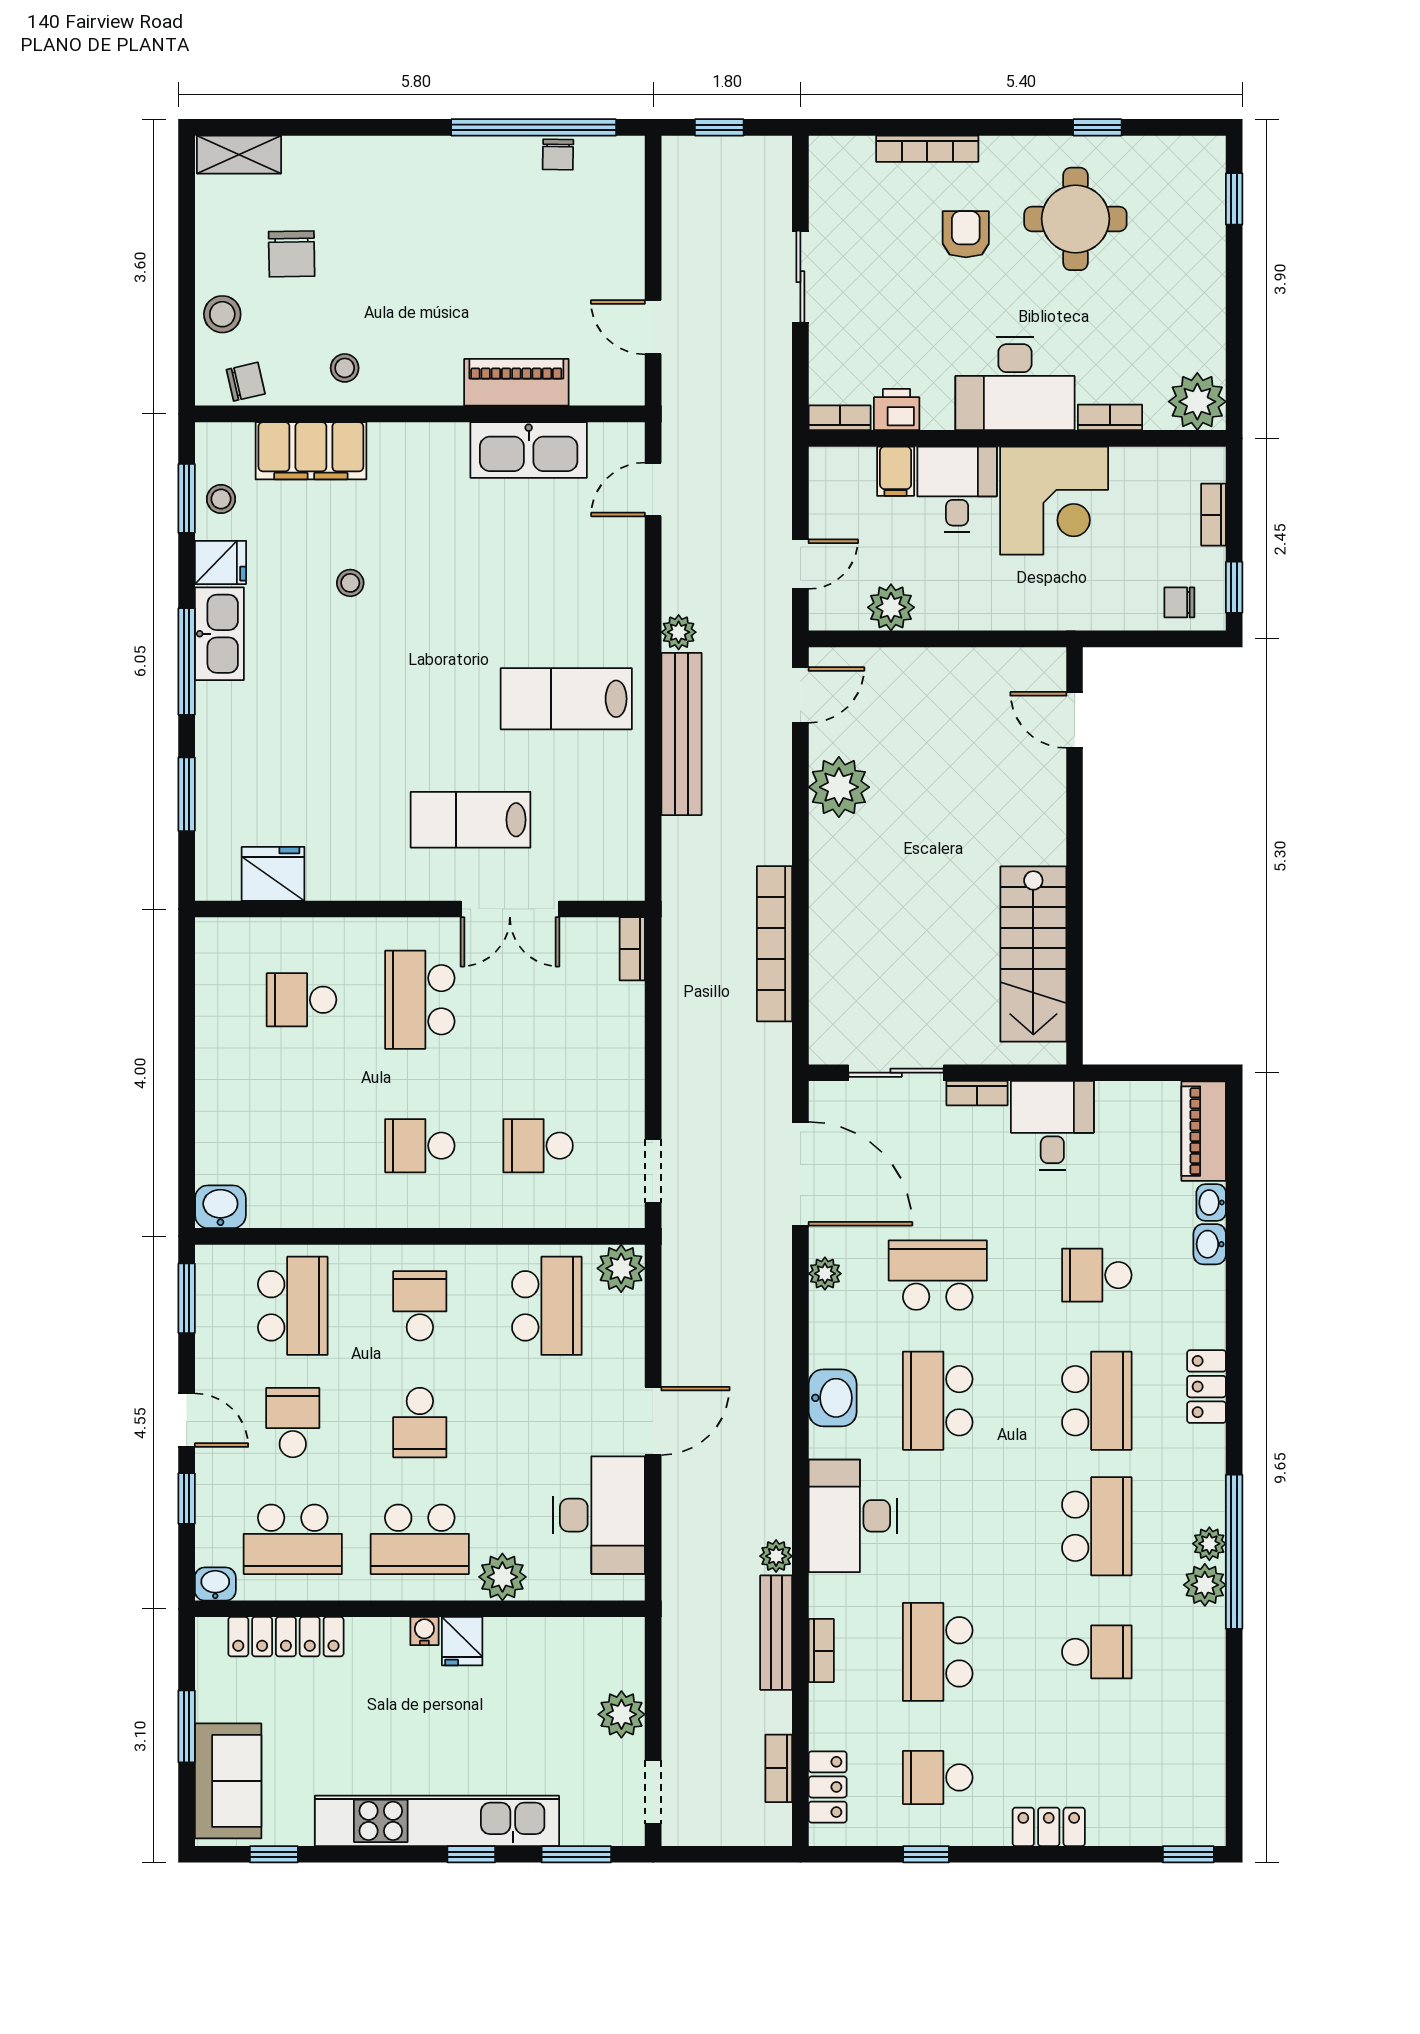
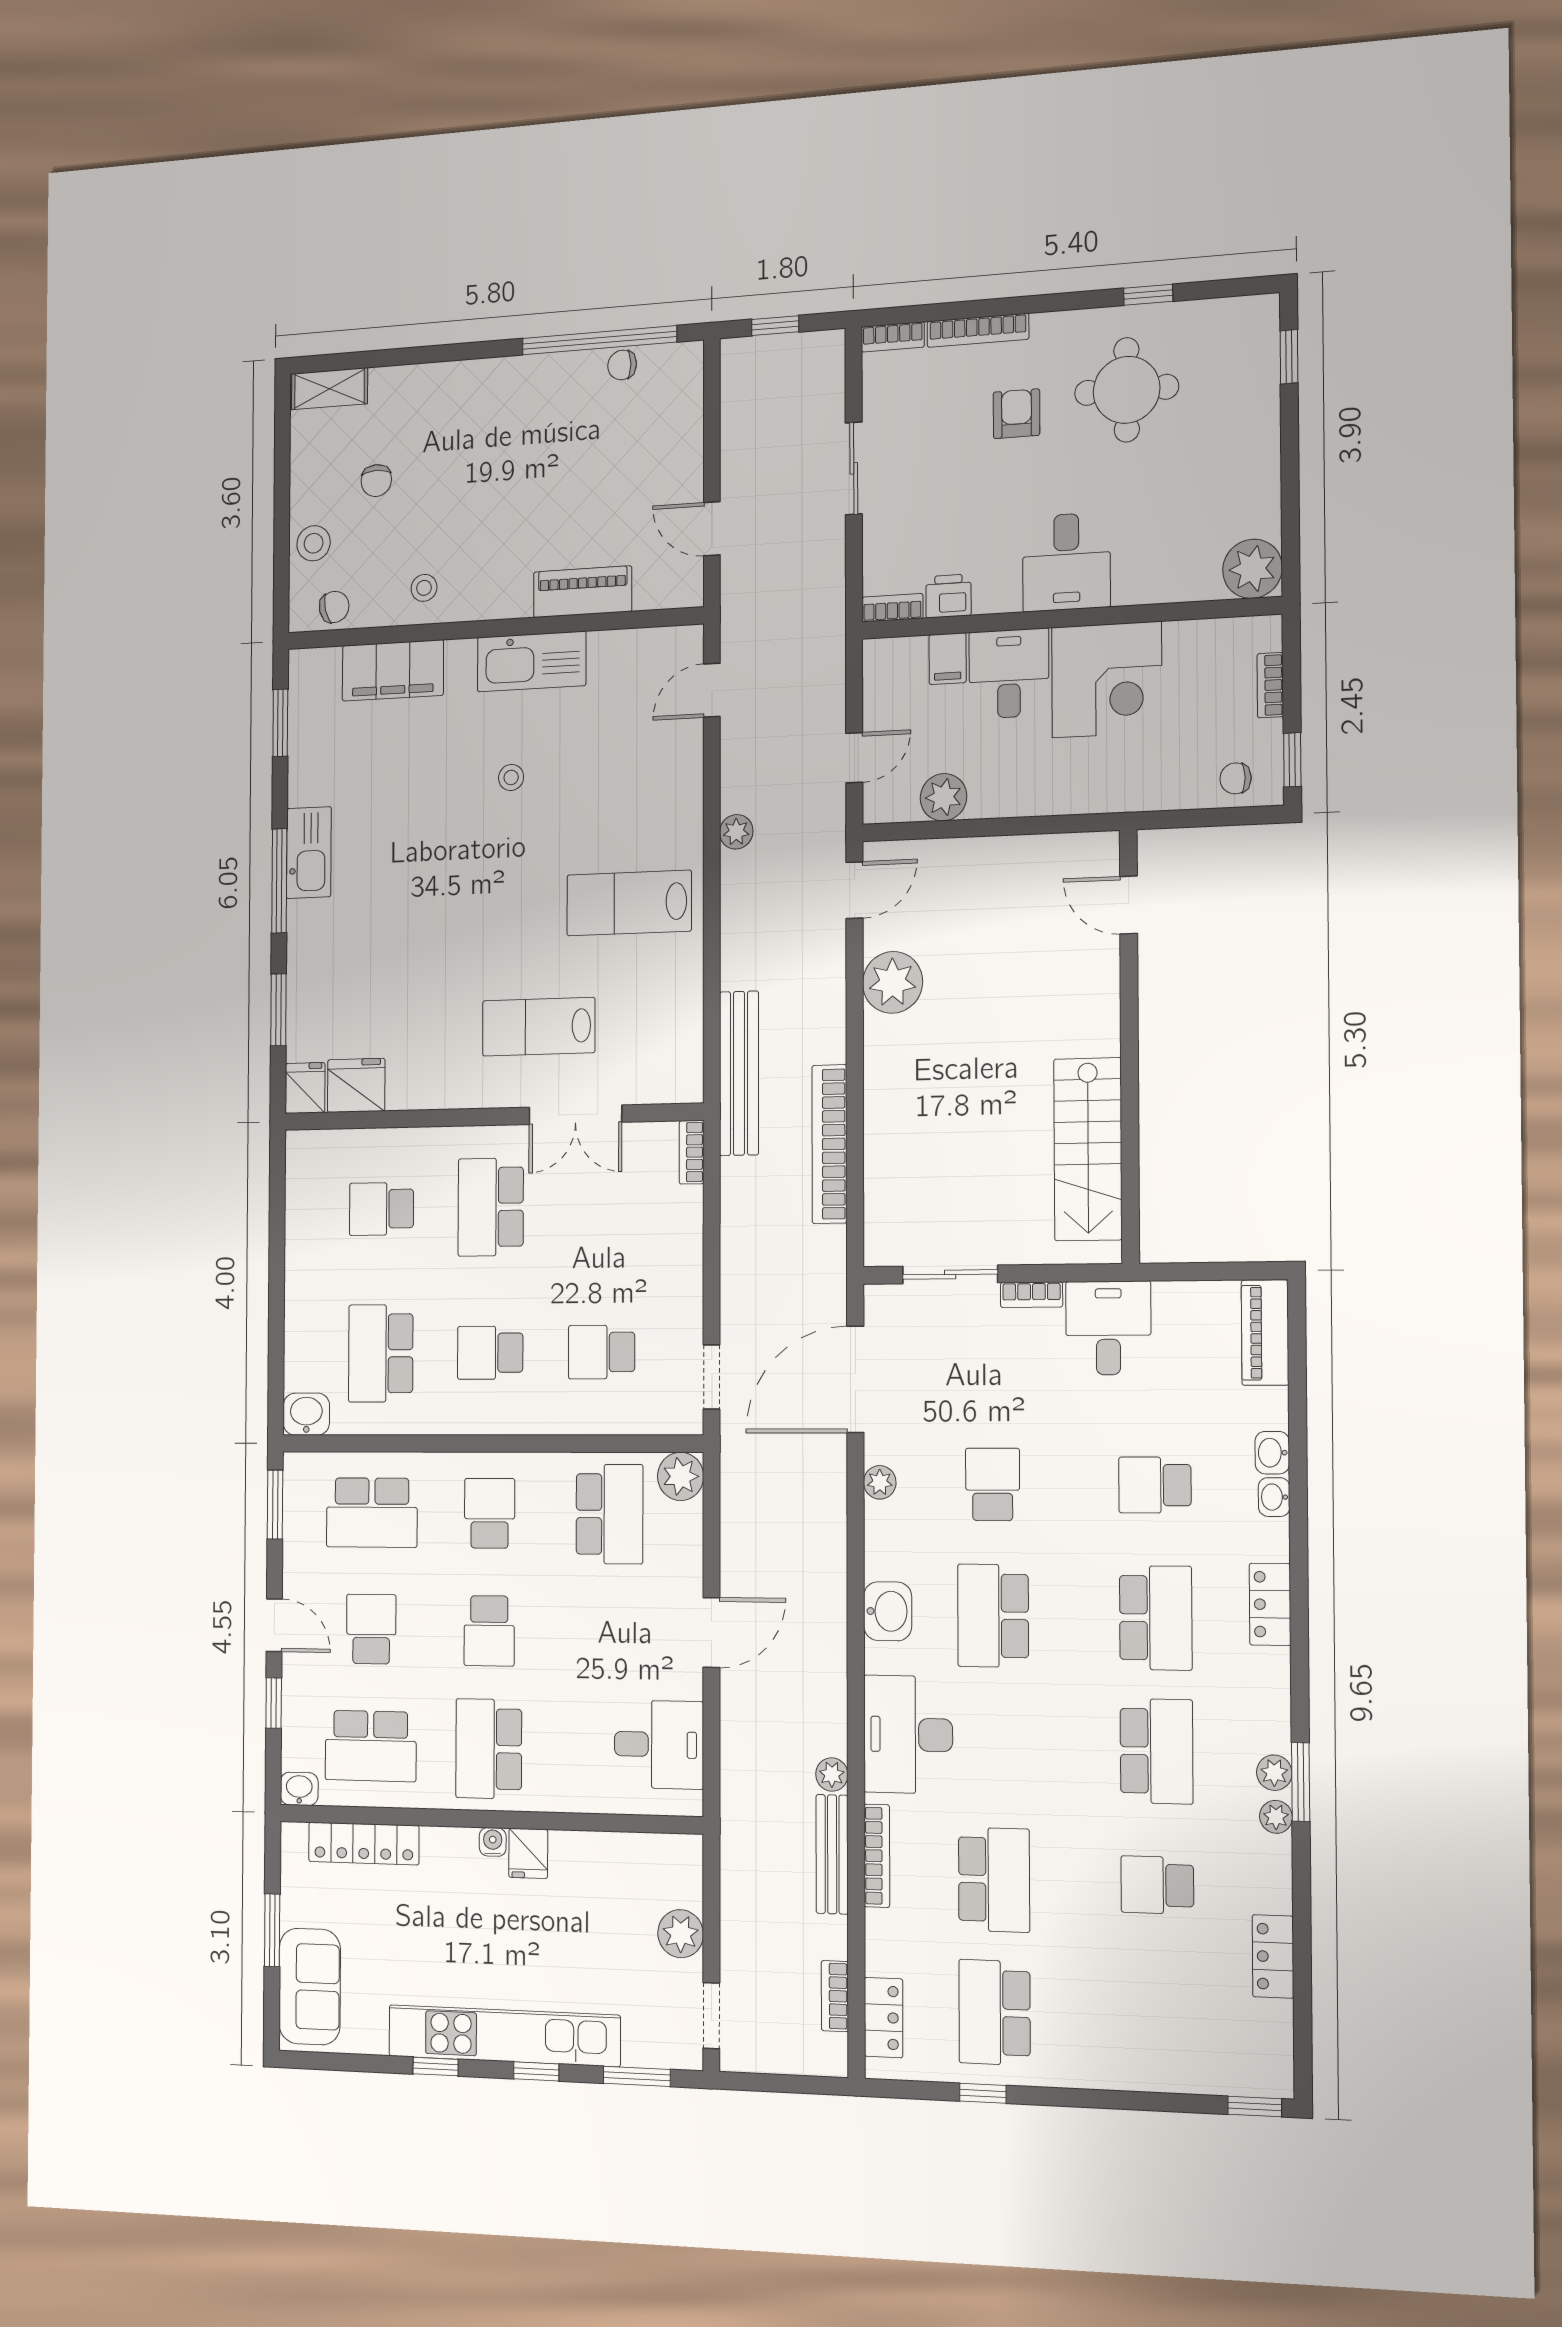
chair: (558, 155) -> (622, 365), turned 89
chair: (292, 254) -> (376, 481), width x0.73, depth x0.73
desk: (1015, 383) -> (1066, 562), width x0.73
bookcase: (1110, 417) -> (893, 337), moved, turned 180
kitchen sink: (529, 450) -> (532, 661), moved
stool: (221, 499) -> (311, 722), removed
fridge: (220, 562) -> (305, 1088), moved, turned -90
stool: (350, 583) -> (511, 777), moved
bench: (681, 734) -> (739, 1073), moved
school desk: (302, 1146) -> (381, 1353), added
door: (800, 1174) -> (855, 1379), swing flipped
washbasin: (1211, 1203) -> (1274, 1497), moved
school desk: (938, 1275) -> (993, 1484), width x0.54
school desk: (293, 1306) -> (372, 1513), turned 90
desk: (599, 1515) -> (659, 1744), width x0.73
school desk: (420, 1539) -> (489, 1749), turned 90
window: (1234, 1552) -> (1301, 1782), width x0.47
plant: (502, 1577) -> (567, 1789), removed
plant: (1205, 1585) -> (1276, 1817), width x0.73, depth x0.73
bookcase: (821, 1651) -> (877, 1856), width x1.56
school desk: (938, 1652) -> (994, 1880), turned 180
school desk: (1097, 1652) -> (1157, 1885), turned 180
school desk: (938, 1777) -> (995, 2012), width x1.85
locker: (1049, 1827) -> (1273, 1956), moved, turned -90
window: (274, 1854) -> (436, 2067), moved

